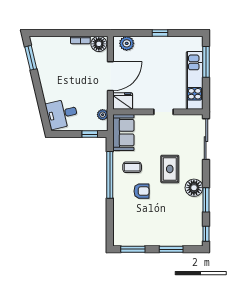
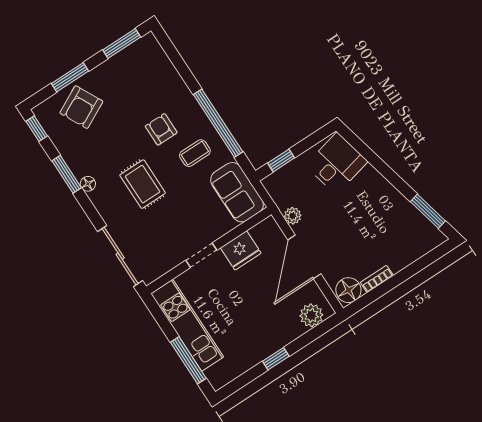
fridge: (123, 101) -> (241, 251), moved
plant: (103, 115) -> (293, 216), moved
floor lamp: (194, 188) -> (88, 184), width x0.53, depth x0.53
armchair: (142, 191) -> (161, 129), turned 90
armchair: (175, 230) -> (81, 107), added

